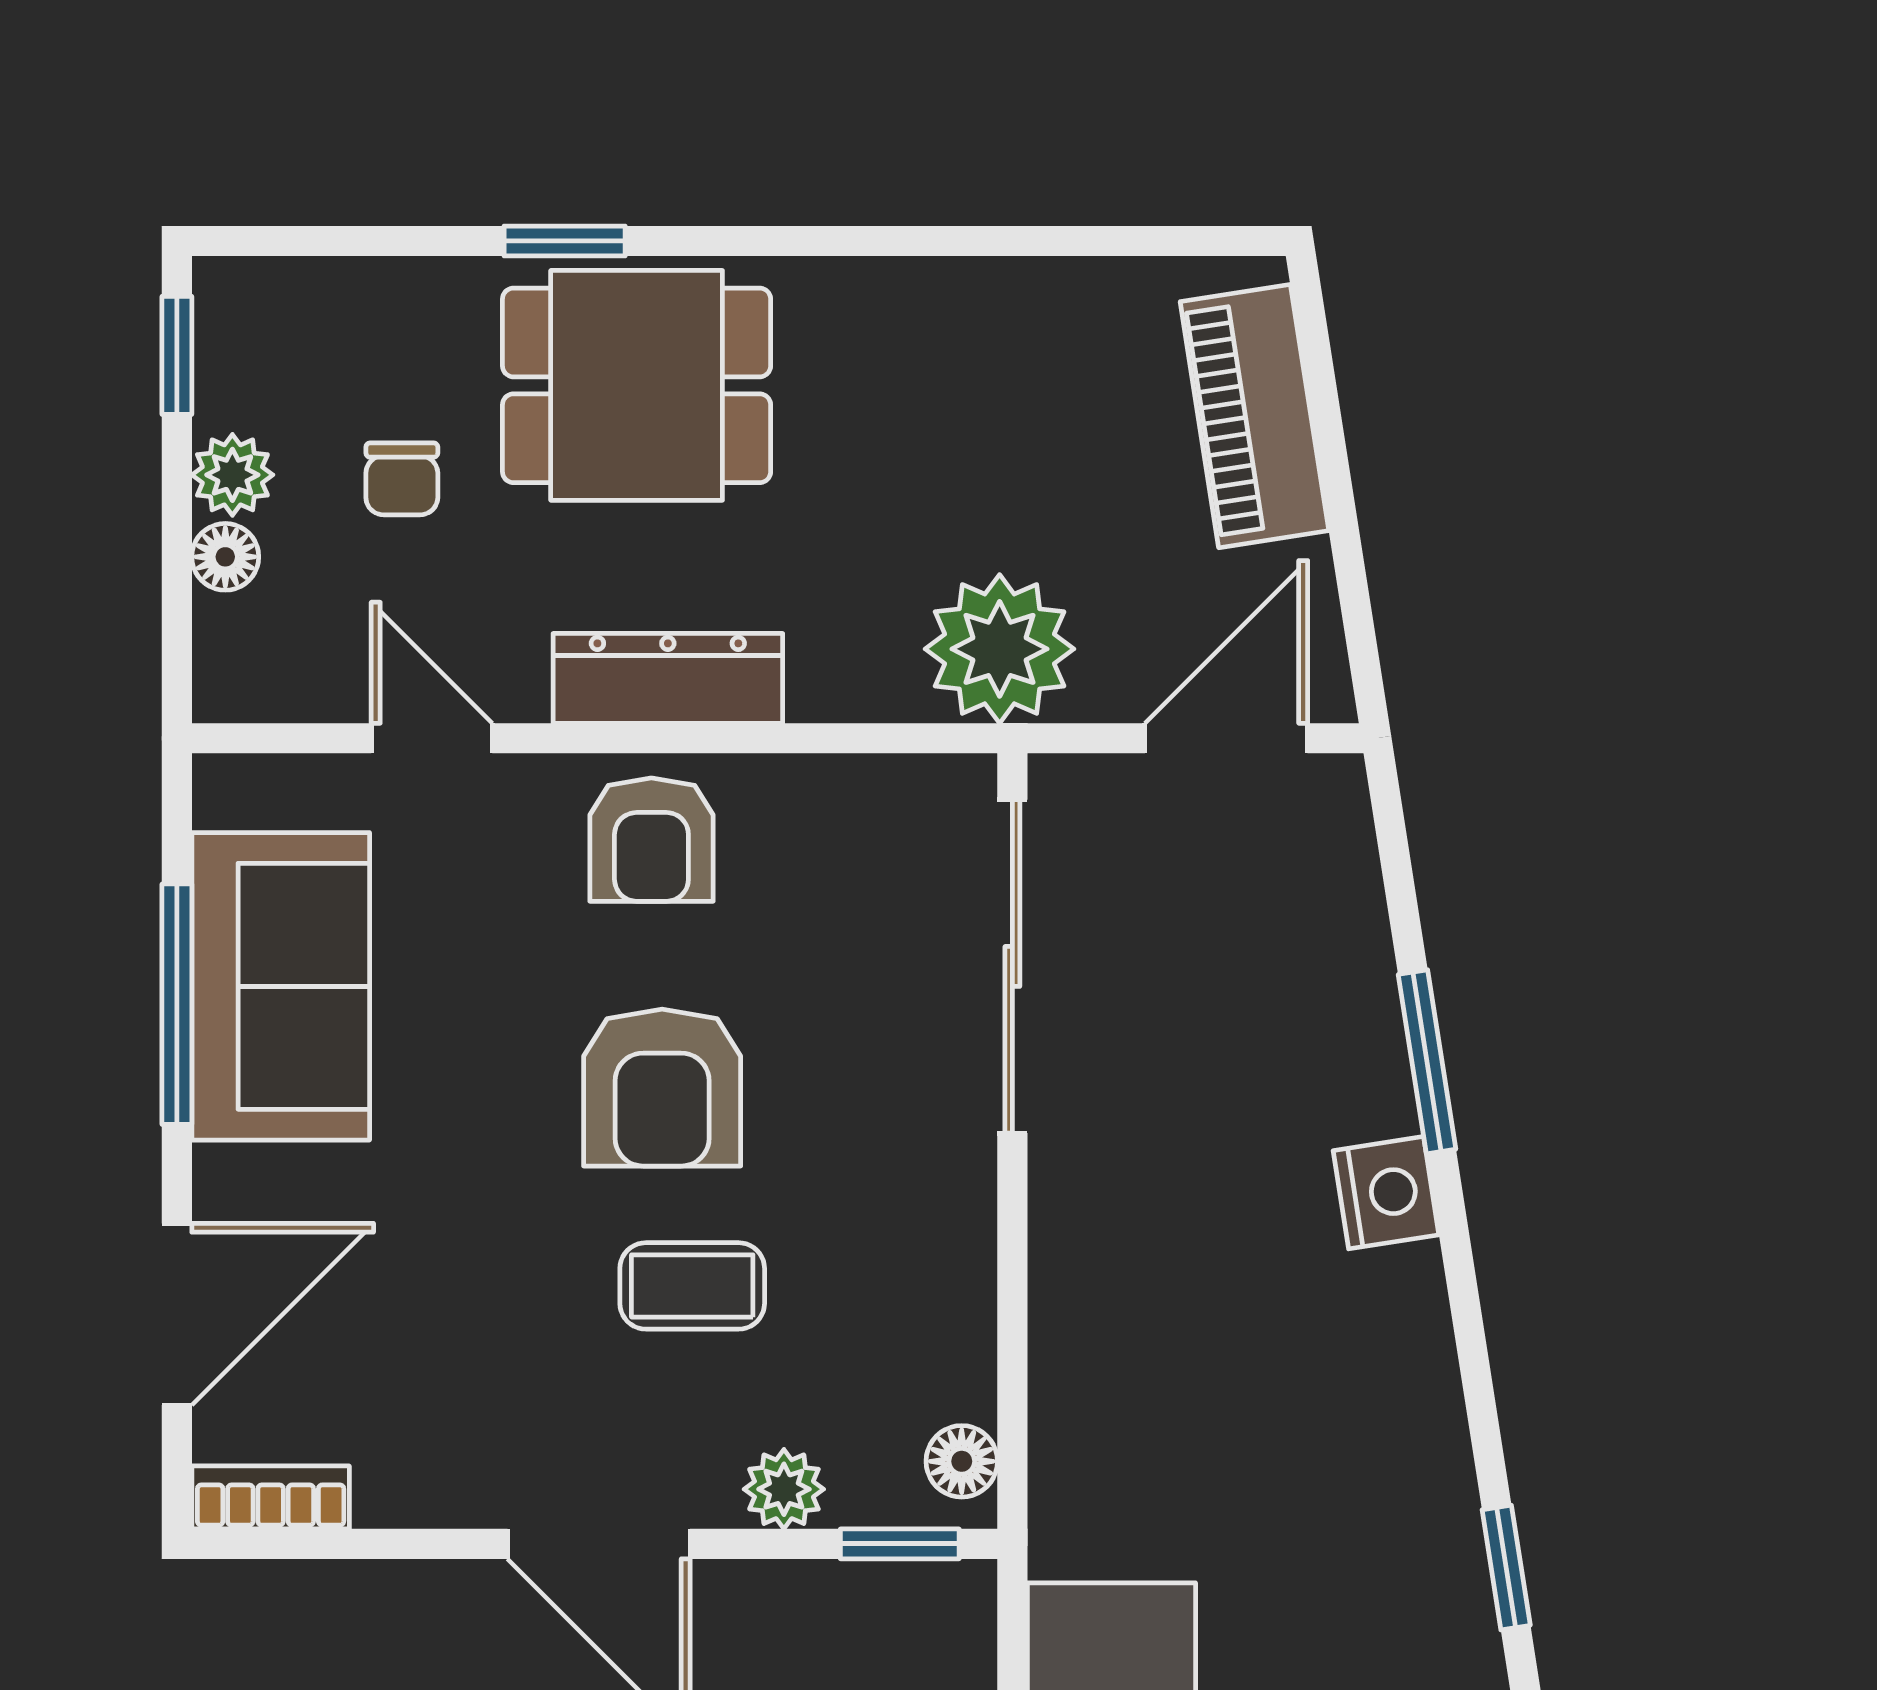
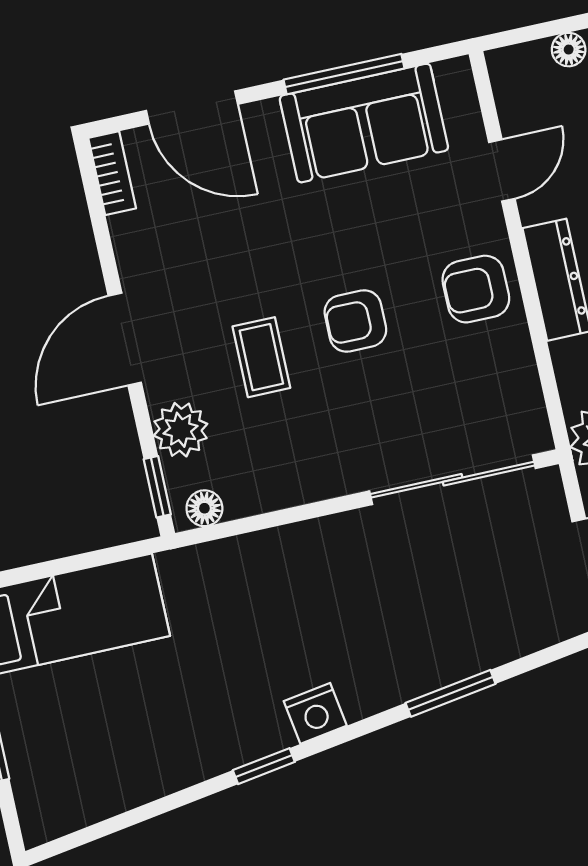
armchair: (662, 1088) -> (355, 321), width x0.72, depth x0.72
nightstand: (1386, 1193) -> (315, 713), moved
plant: (784, 1489) -> (181, 430), width x1.38, depth x1.38
window: (1506, 1568) -> (264, 766), moved

